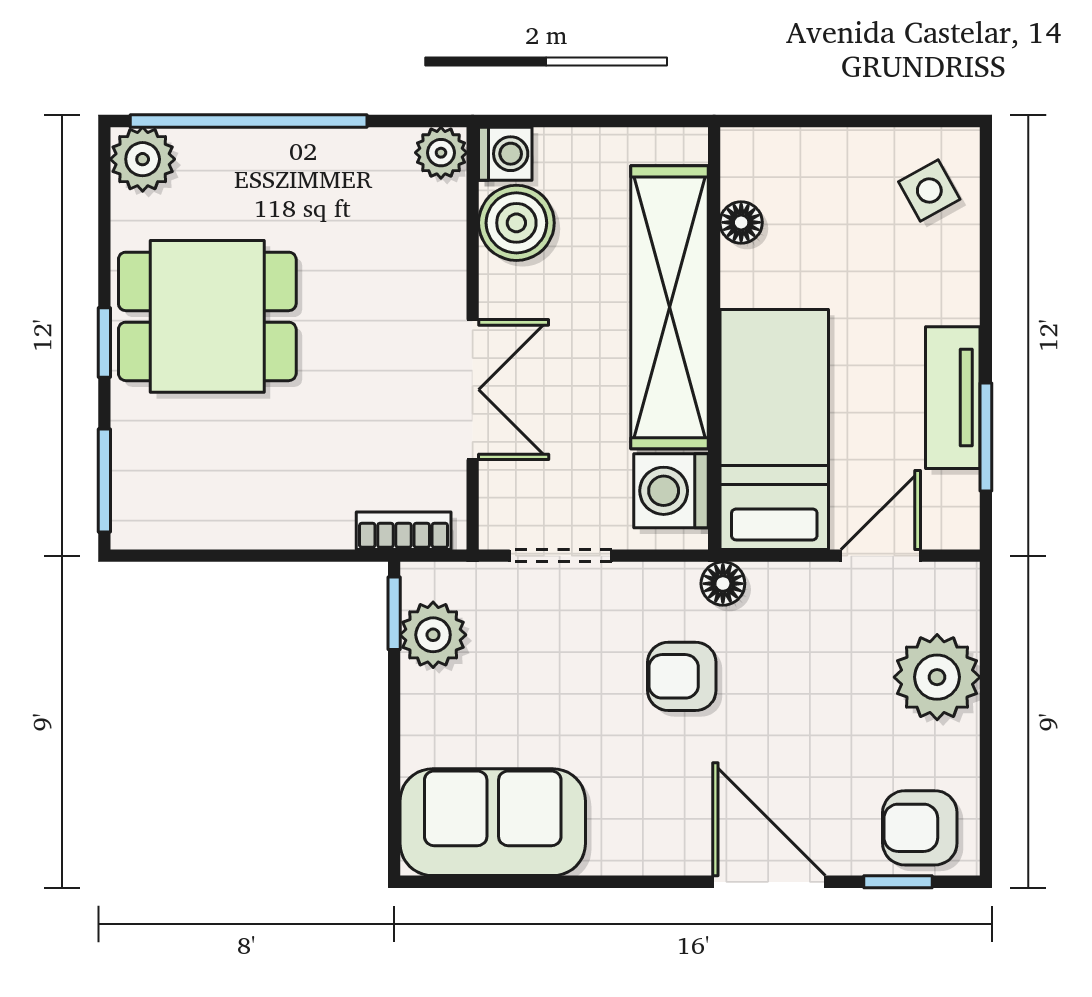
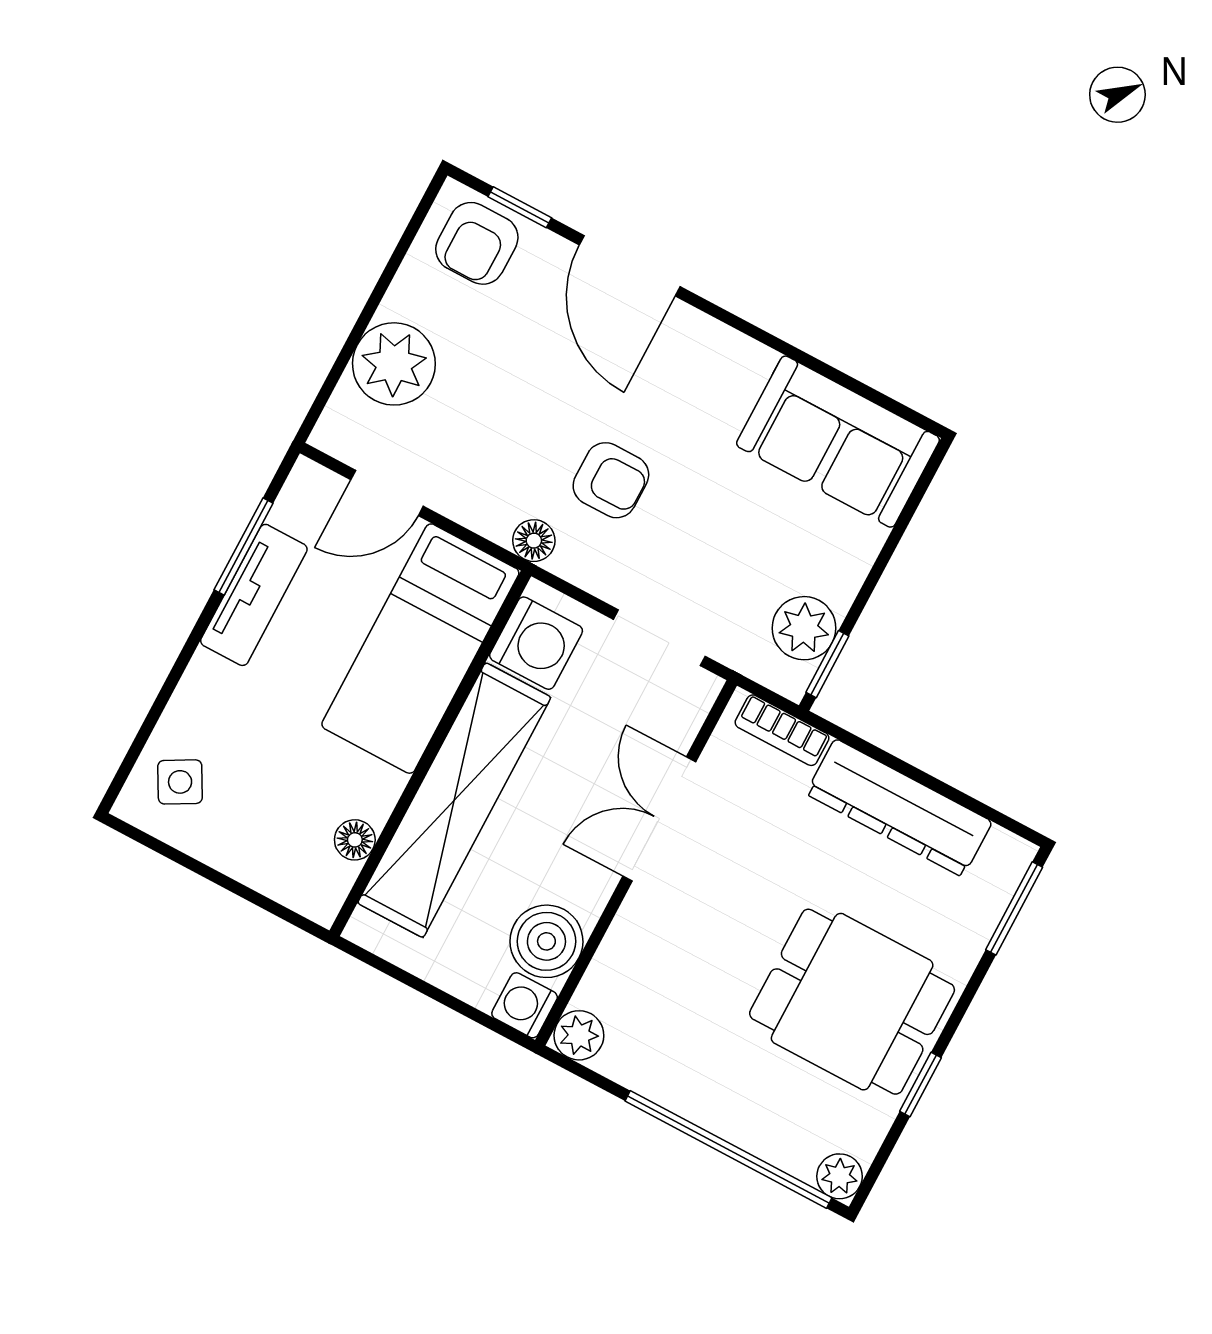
plant: (143, 159) -> (840, 1176), width x0.73, depth x0.73
window: (104, 342) -> (921, 1085), moved
dresser: (259, 517) -> (899, 808), added
armchair: (920, 828) -> (477, 243), turned 90

